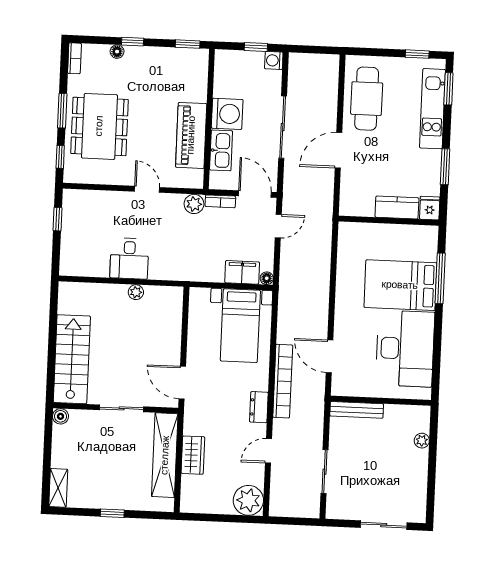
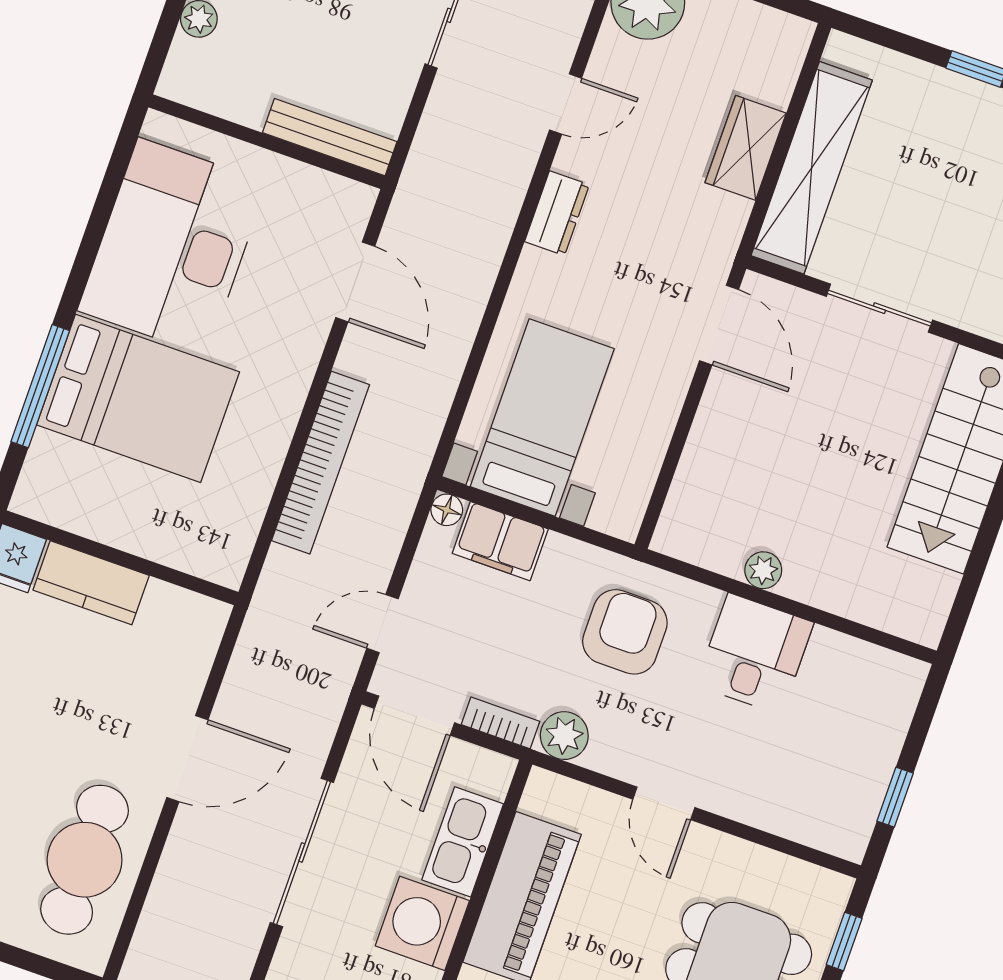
armchair: (183, 252) -> (625, 632), added
bookcase: (283, 381) -> (321, 463), moved, turned 180

